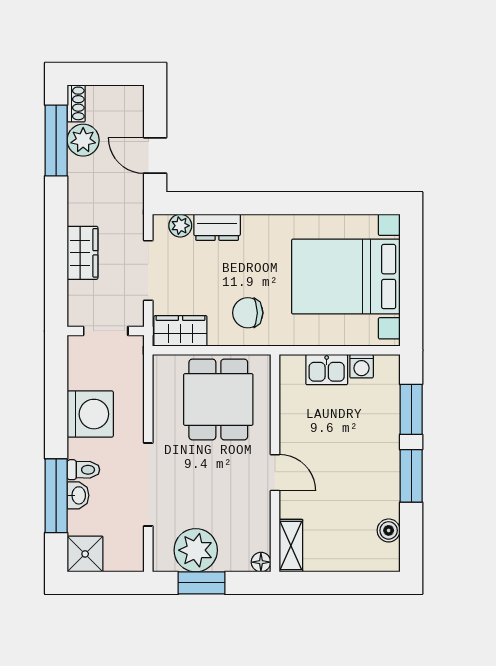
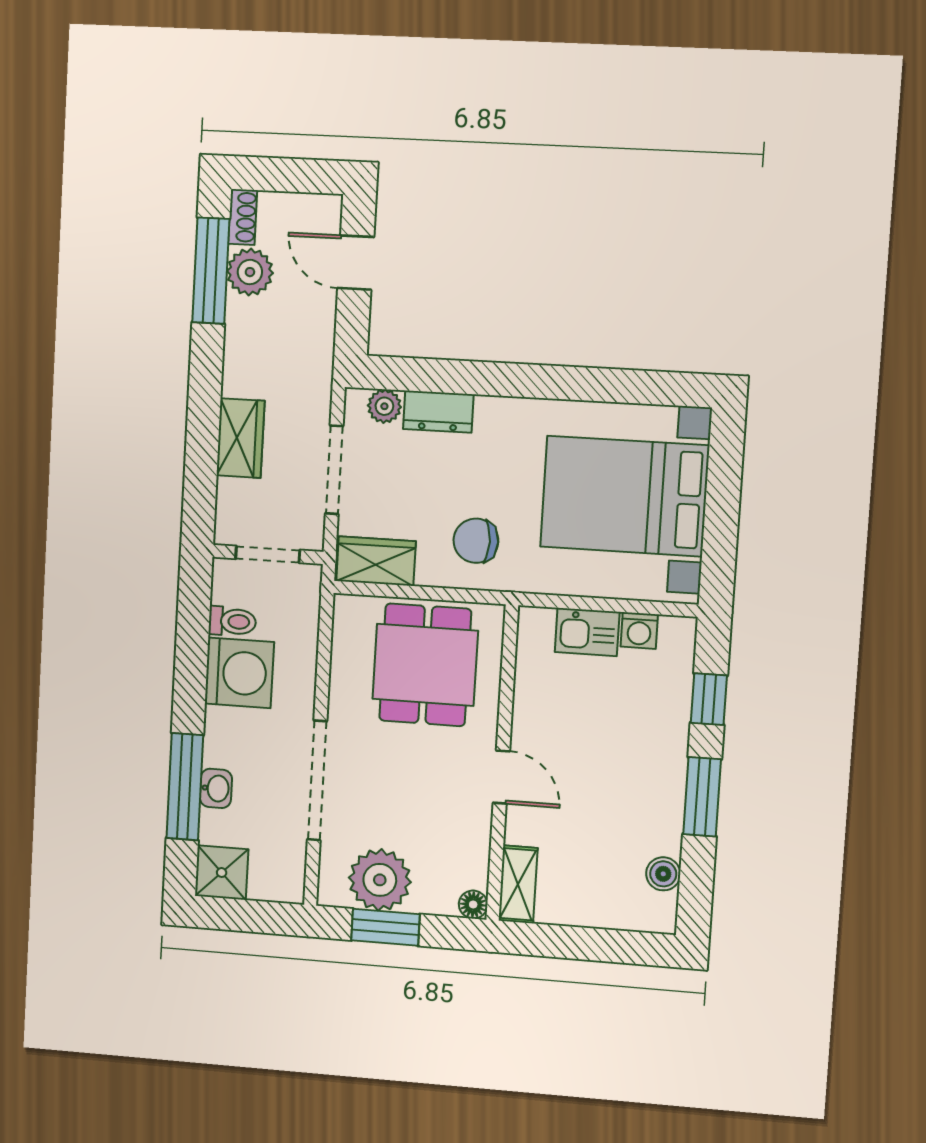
door: (155, 156) -> (356, 263), moved
window: (411, 409) -> (709, 699), width x0.67
toilet: (83, 470) -> (232, 621), moved

